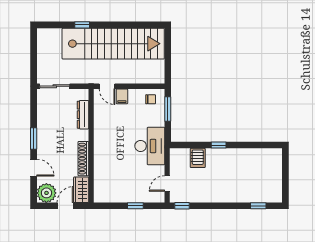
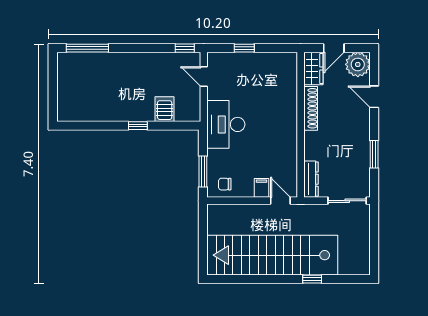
dresser: (83, 115) -> (311, 179), moved
window: (34, 138) -> (374, 154), moved
door: (167, 183) -> (204, 77), swing flipped
window: (258, 206) -> (87, 48), width x2.17

